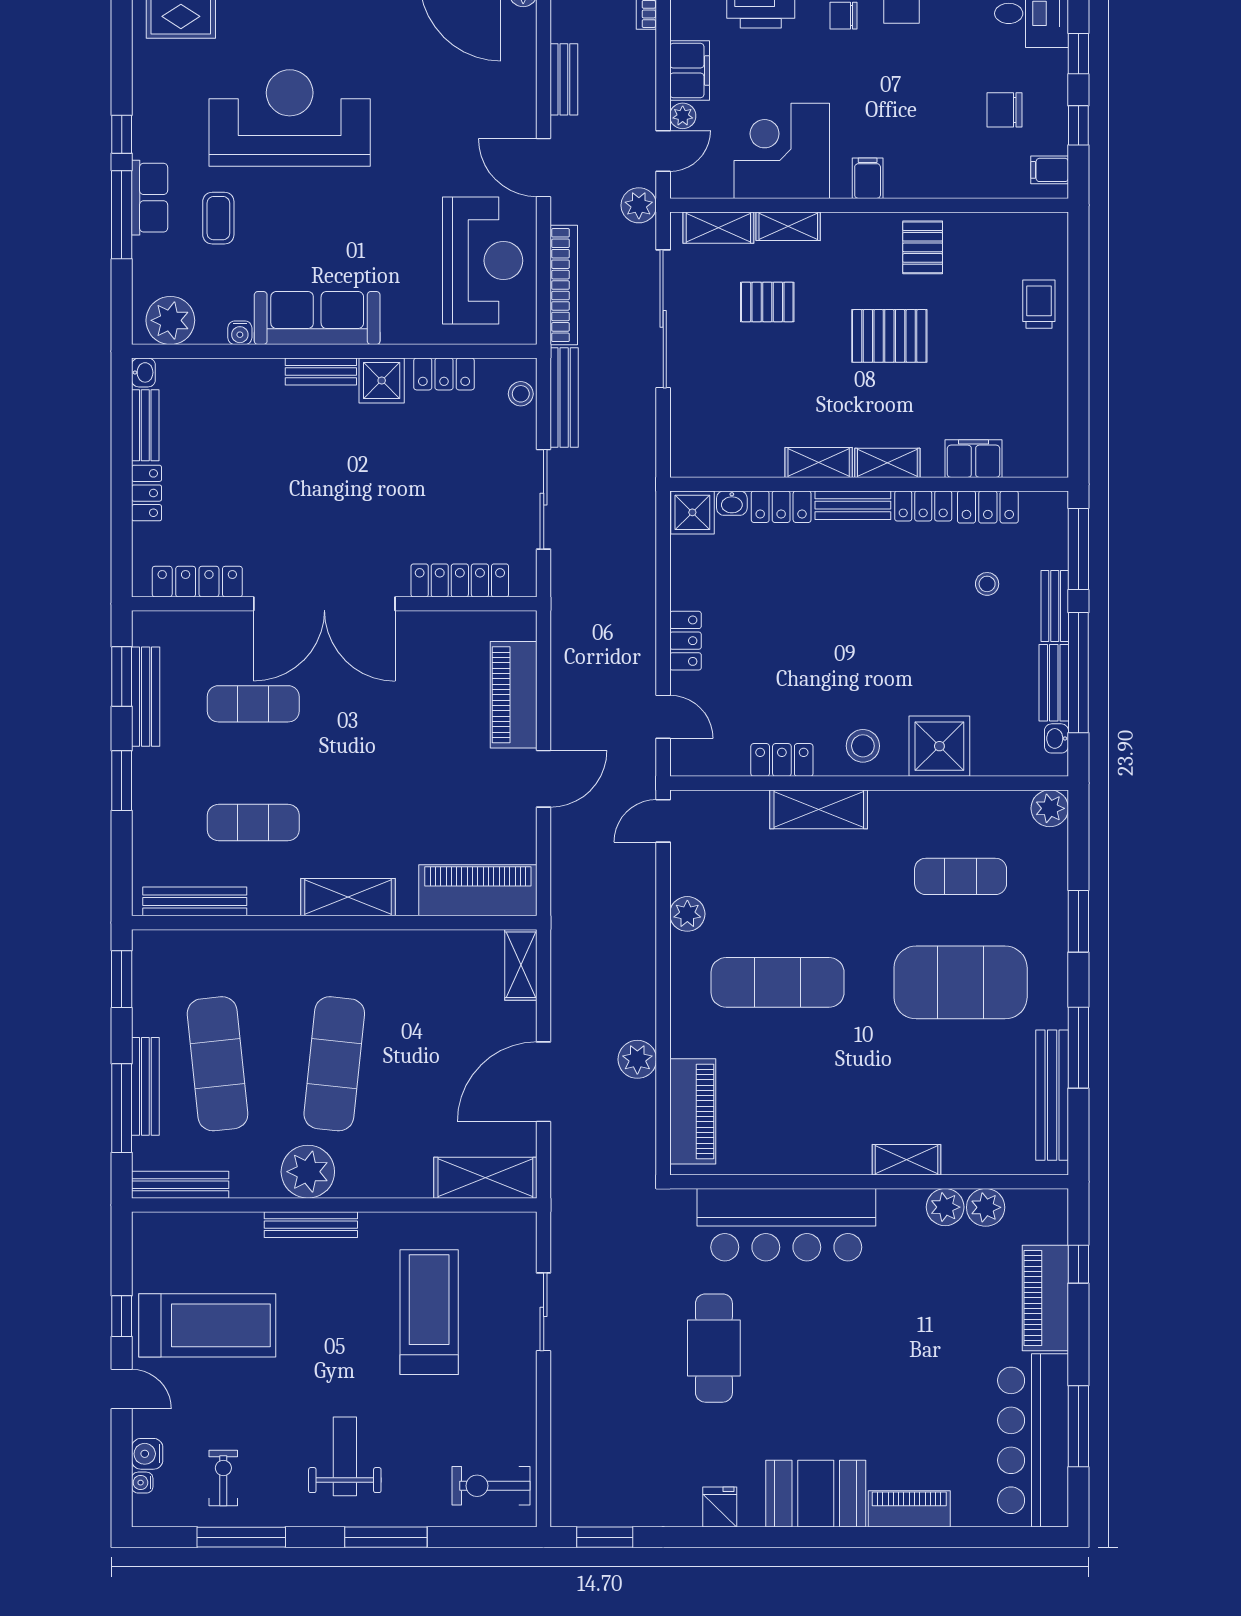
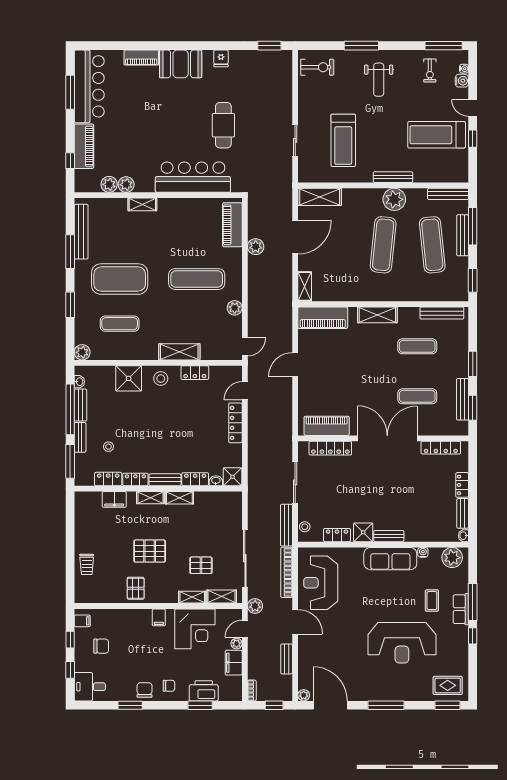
locker: (685, 641) -> (235, 423), width x1.53
piano: (514, 695) -> (327, 426), moved, turned -90
door: (663, 717) -> (245, 391), hinge flipped
window: (241, 1537) -> (444, 46), moved

